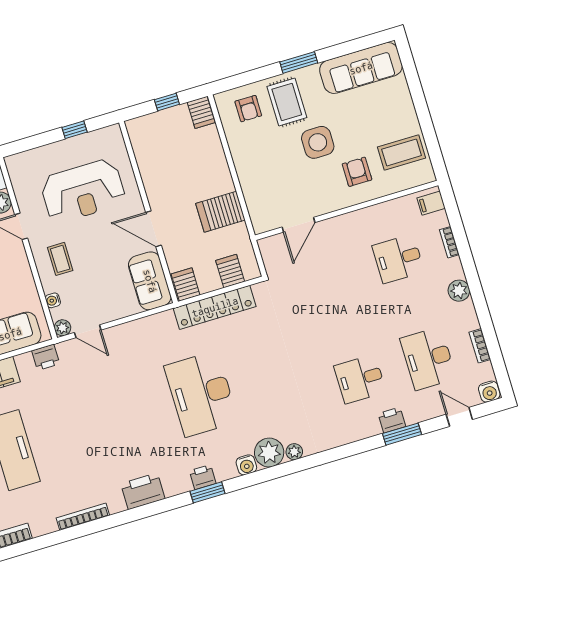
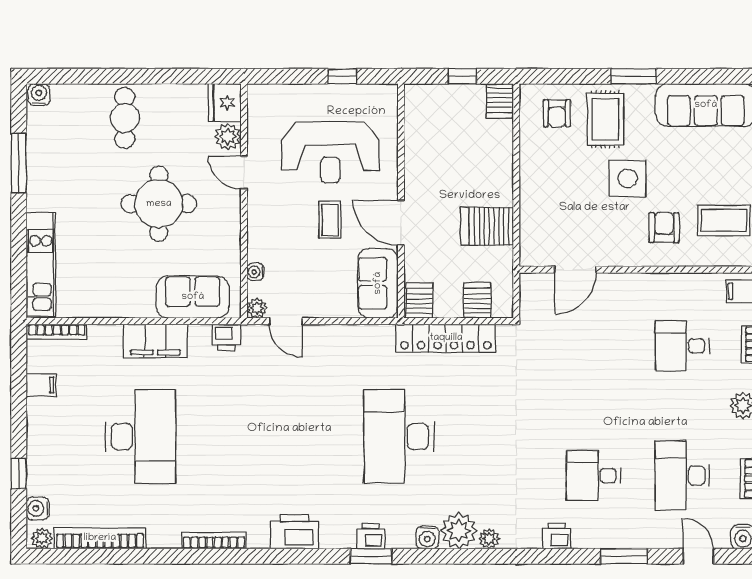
coffee table: (60, 259) -> (330, 220), moved
printer: (392, 420) -> (557, 536), moved

